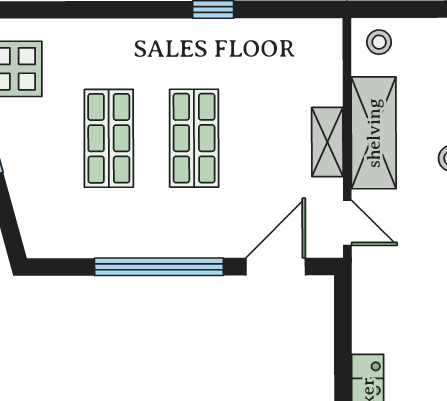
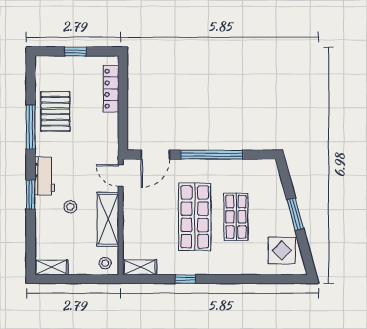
shop shelf: (194, 138) -> (195, 217), width x1.43, depth x1.36
shelving: (327, 142) -> (140, 267), moved, turned 90

